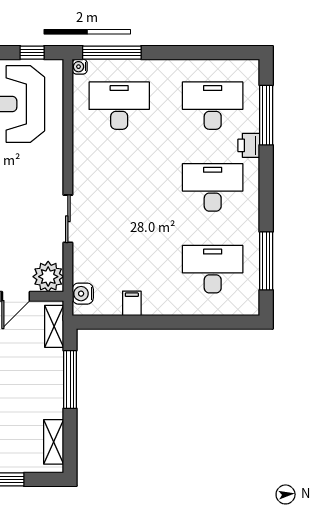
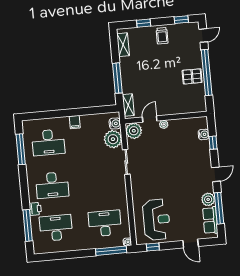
desk: (119, 106) -> (105, 223), turned 180
desk: (213, 106) -> (56, 228), turned 180
plant: (89, 264) -> (113, 139), added
filing cabinet: (132, 303) -> (75, 122), moved

